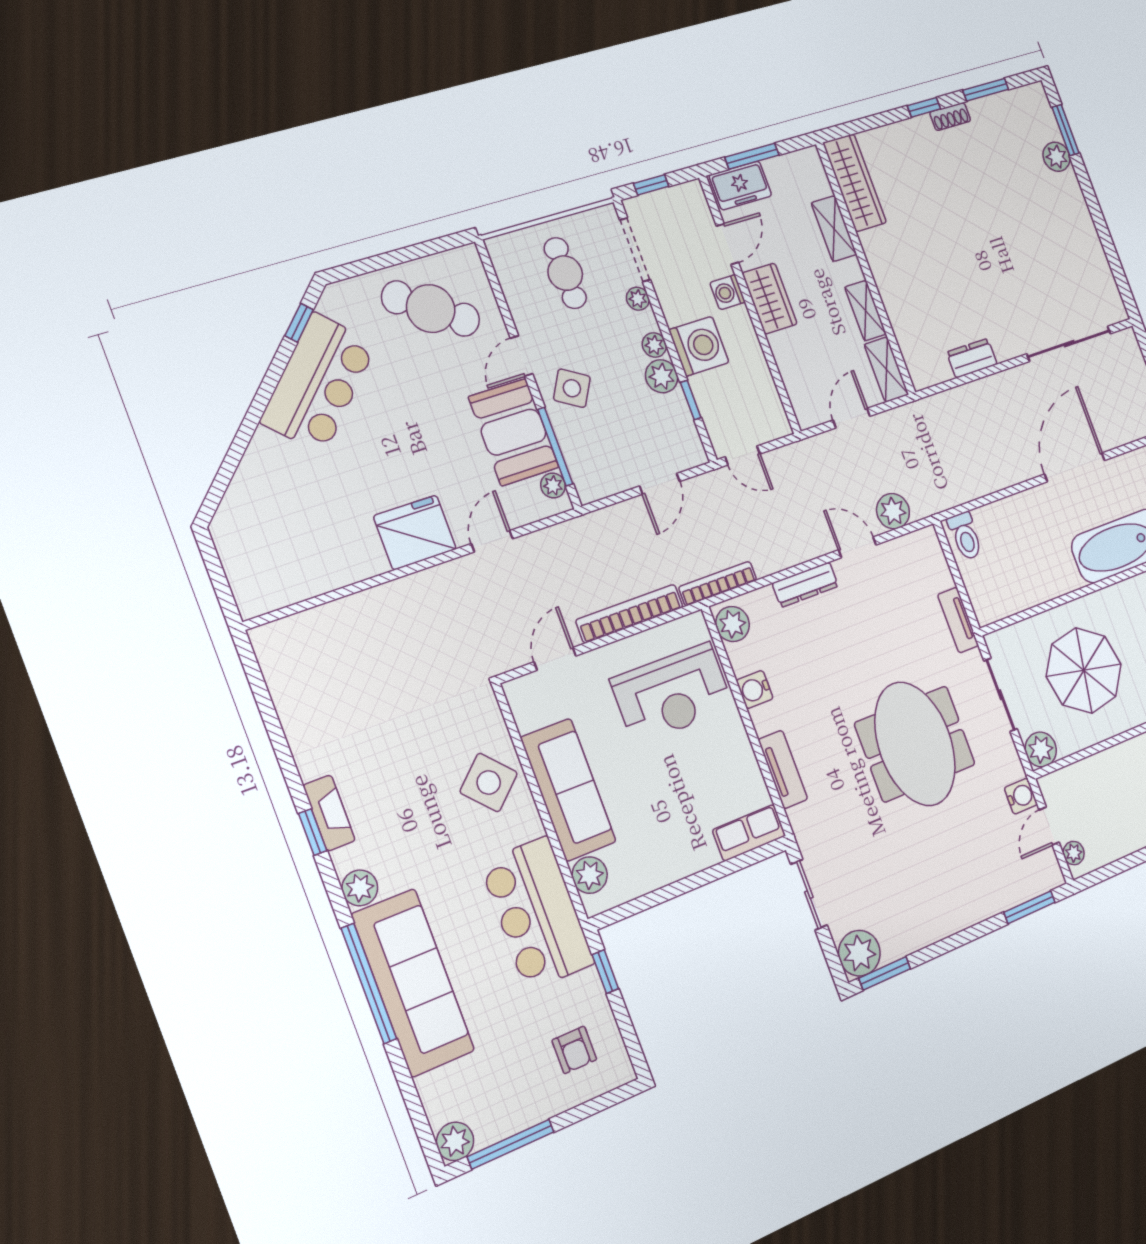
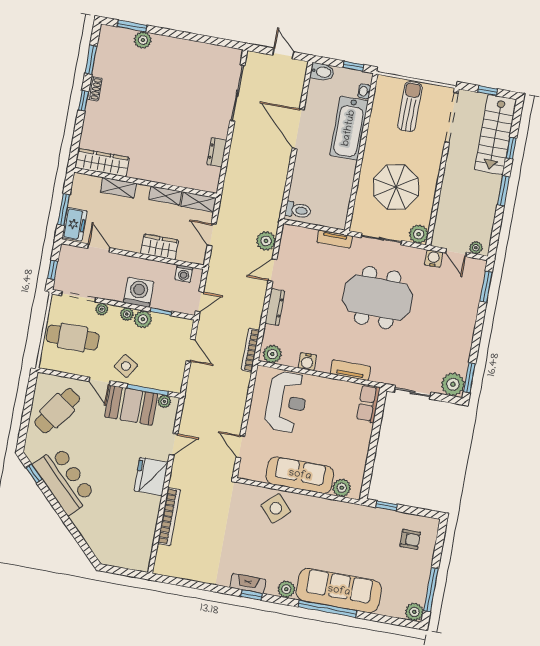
cafe table: (565, 273) -> (73, 337), width x1.37, depth x1.35
washing machine: (727, 292) -> (184, 274), moved
wardrobe: (770, 299) -> (159, 247), moved
door: (492, 541) -> (174, 444), swing flipped
bookcase: (630, 614) -> (169, 517), moved, turned 180
bar counter: (537, 913) -> (343, 521), removed

